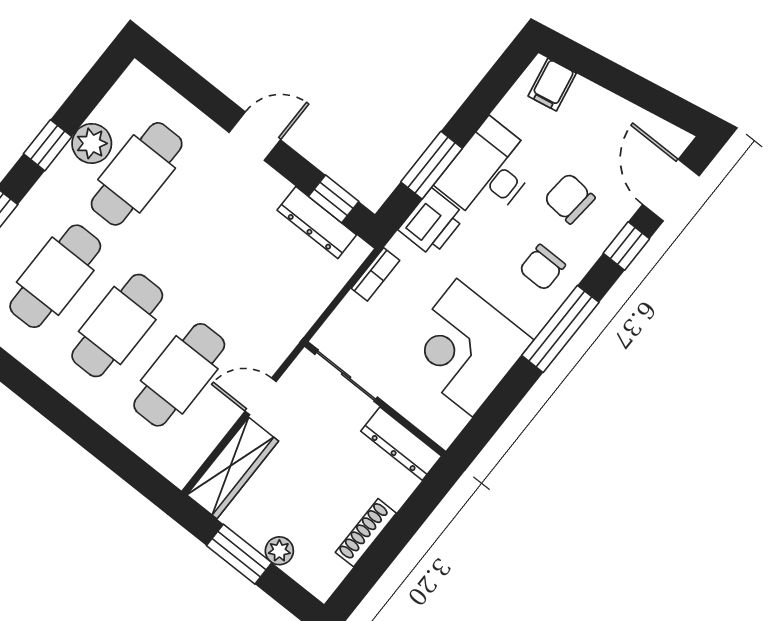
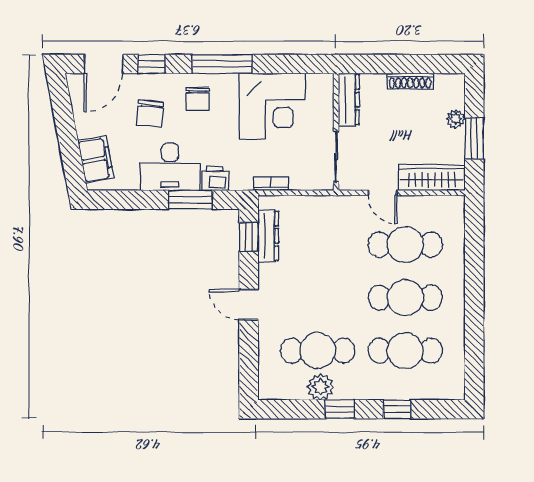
filing cabinet: (552, 85) -> (96, 160), width x2.00
printer: (432, 222) -> (215, 178), width x0.73, depth x0.81
chair: (542, 267) -> (198, 99), turned 90

